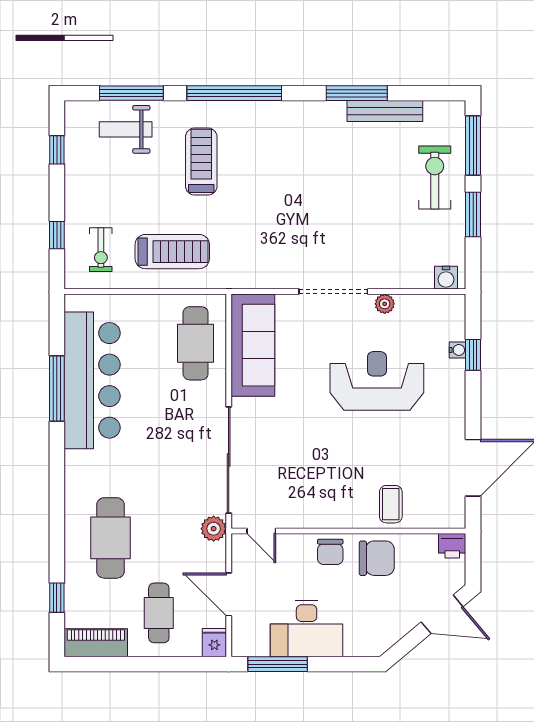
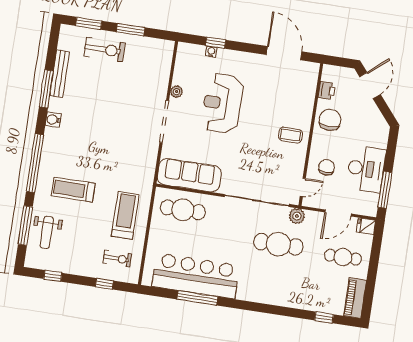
window: (473, 146) -> (89, 23), width x0.69
exercise bike: (435, 177) -> (105, 49), turned 180
water cooler: (446, 278) -> (53, 120), moved, turned 180
coffee table: (391, 504) -> (290, 135), moved
cafe table: (111, 538) -> (278, 244), moved
printer: (452, 546) -> (327, 90), moved
chair: (330, 552) -> (326, 167), moved, turned -90

